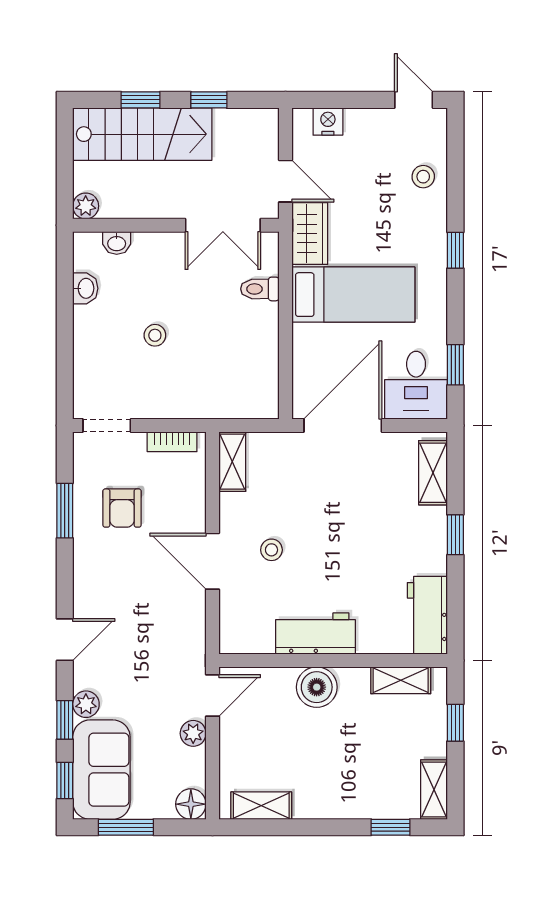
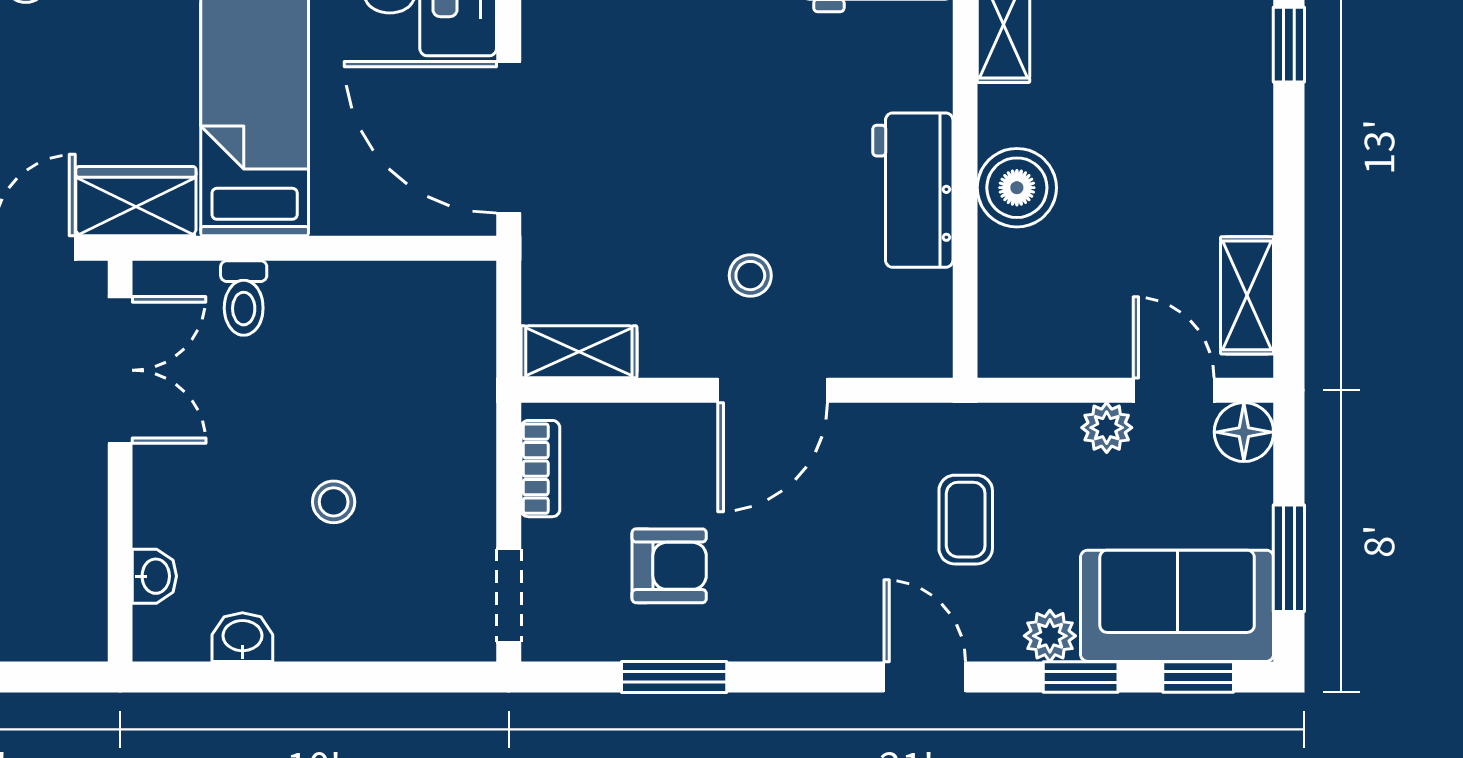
plant: (86, 206) -> (83, 636), removed
coffee table: (146, 661) -> (966, 520), added
door: (212, 696) -> (1174, 390), moved

